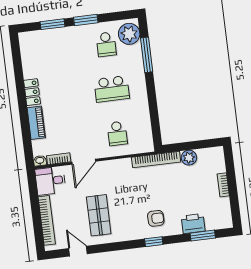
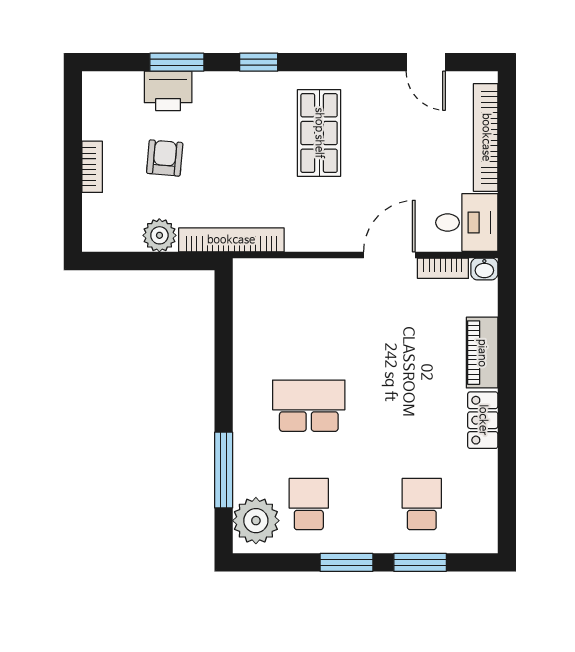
school desk: (117, 133) -> (422, 504), moved
shop shelf: (99, 215) -> (319, 133), moved
armchair: (156, 218) -> (165, 158), moved, turned 95
window: (203, 236) -> (177, 62), moved

